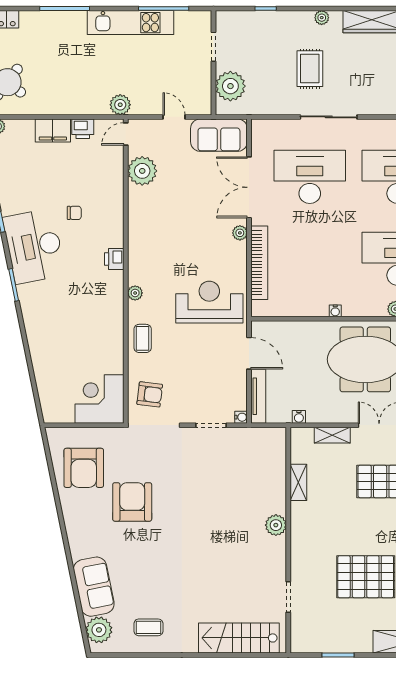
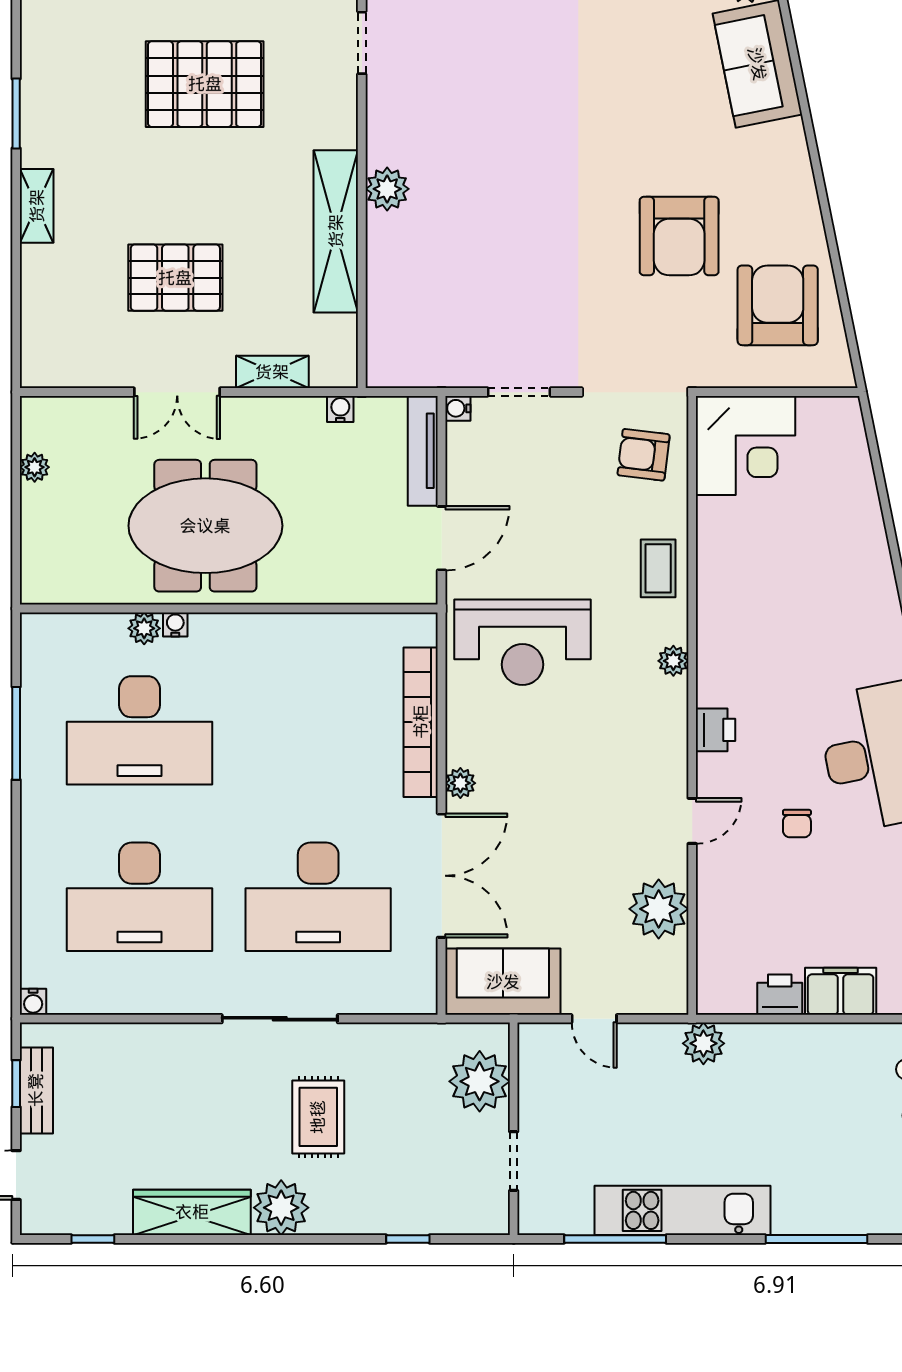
plant: (322, 18) -> (281, 1208), width x1.88, depth x1.88
door: (126, 134) -> (692, 821), moved
chair: (74, 213) -> (797, 824), turned -90
water cooler: (335, 311) -> (175, 624), moved
door: (249, 353) -> (442, 538), swing flipped
shelving: (298, 482) -> (336, 231), width x2.20, depth x1.33

